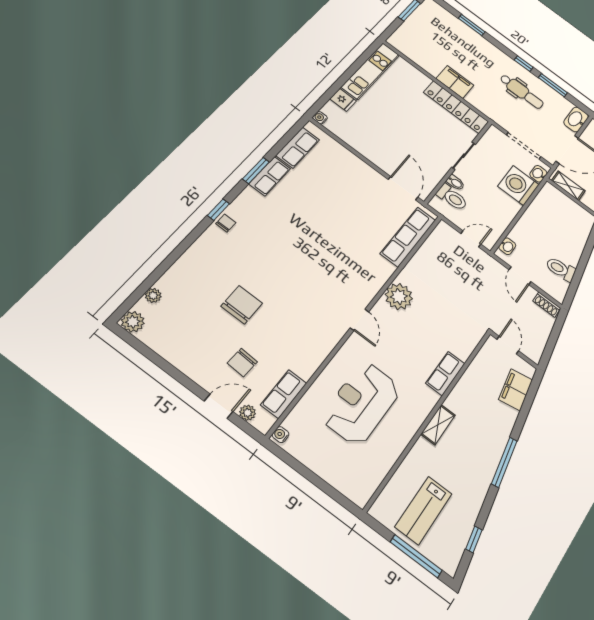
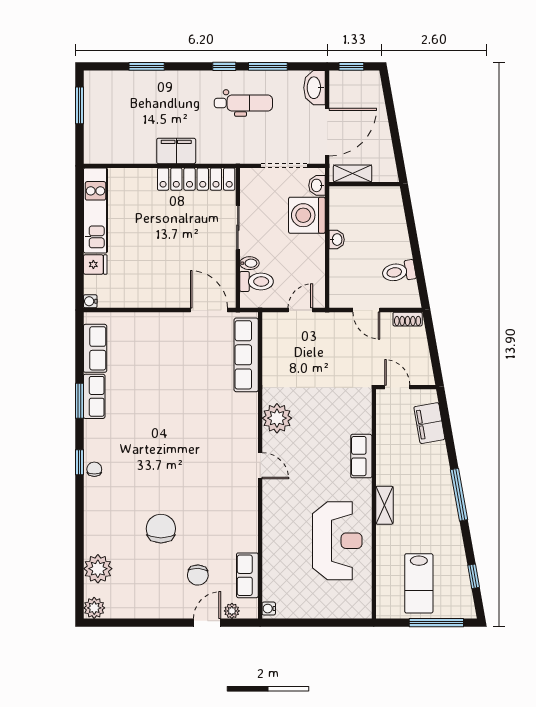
washbasin: (507, 246) -> (337, 240), moved
plant: (153, 295) -> (98, 569), width x1.88, depth x1.88
reception desk: (361, 403) -> (337, 541), moved, turned 180

